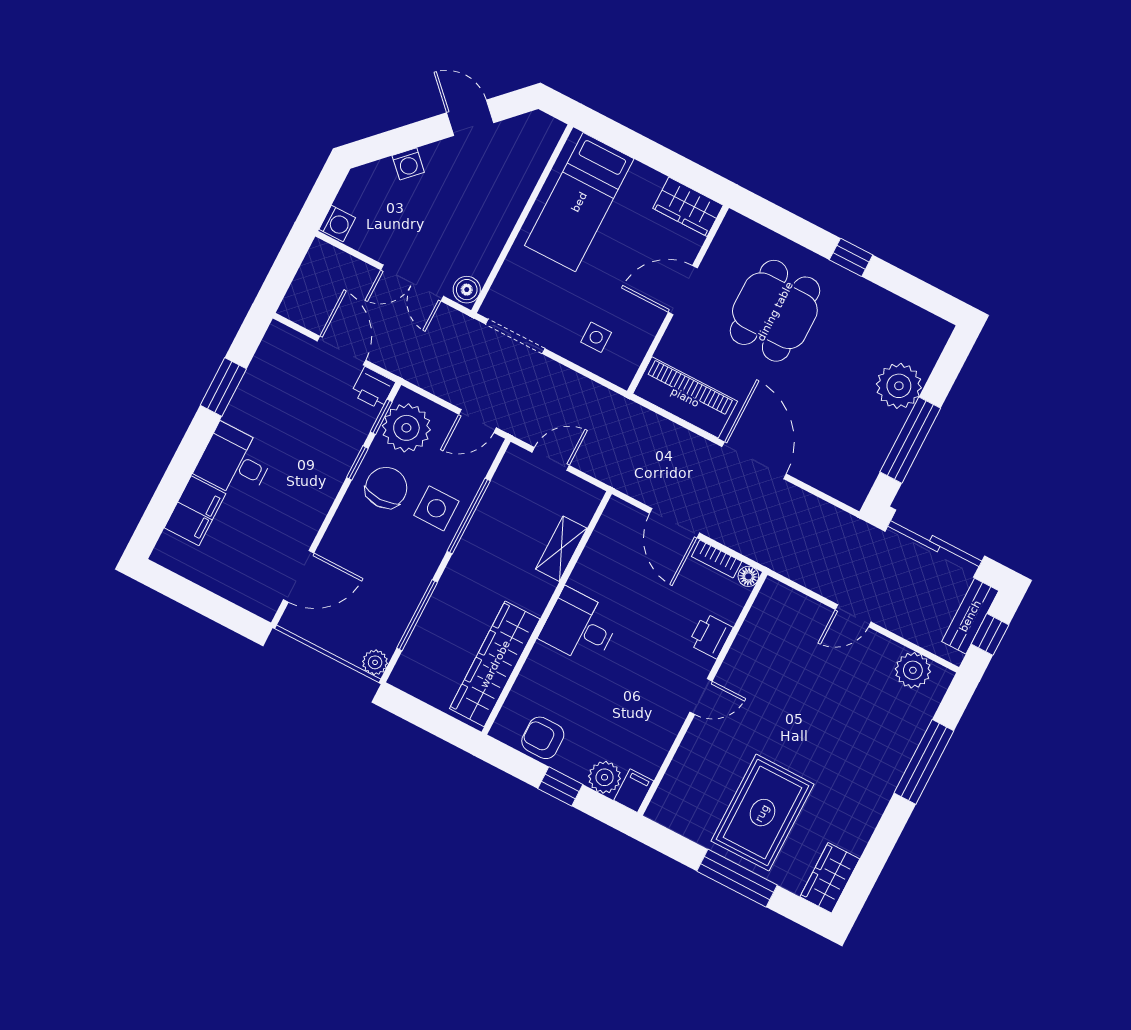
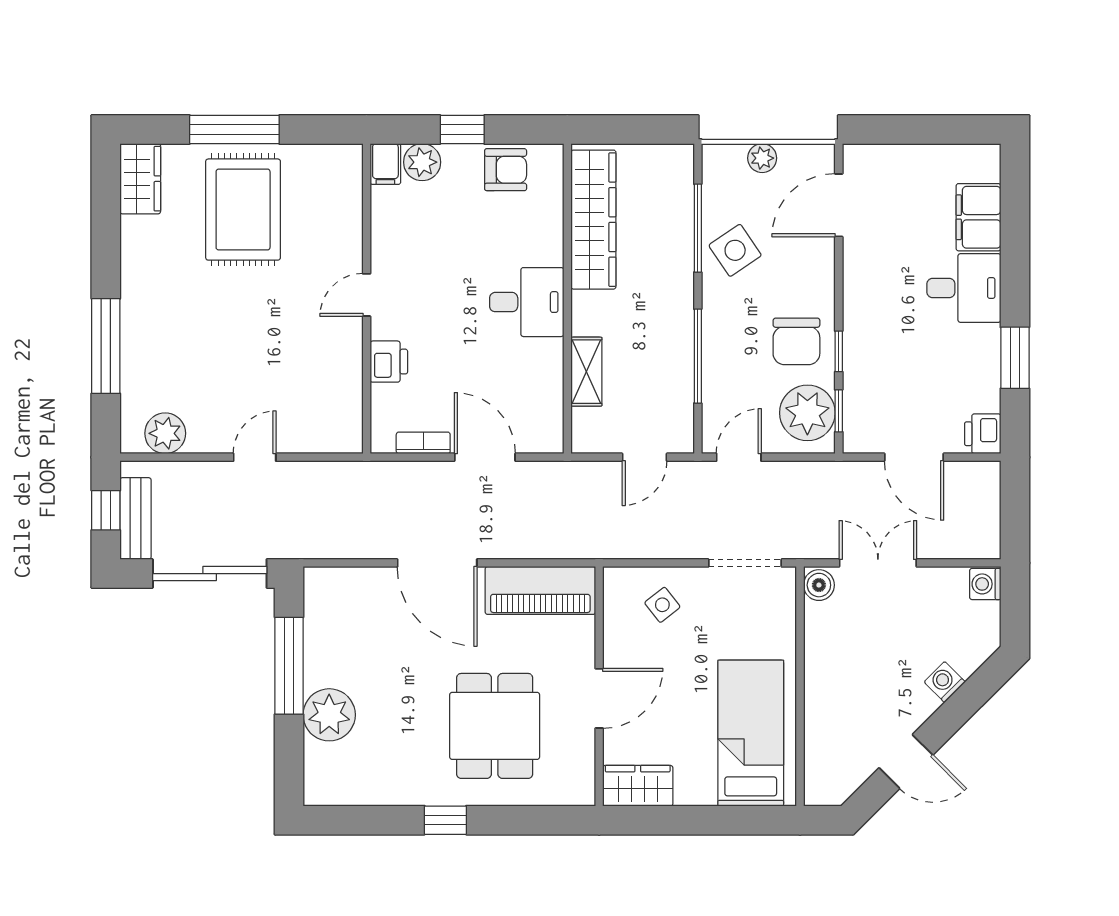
side table: (596, 337) -> (662, 605), turned -38
printer: (373, 388) -> (983, 434), moved, turned -90
side table: (436, 508) -> (735, 250), moved, turned -34
floor lamp: (748, 576) -> (382, 442), removed
plant: (375, 662) -> (762, 158), moved

